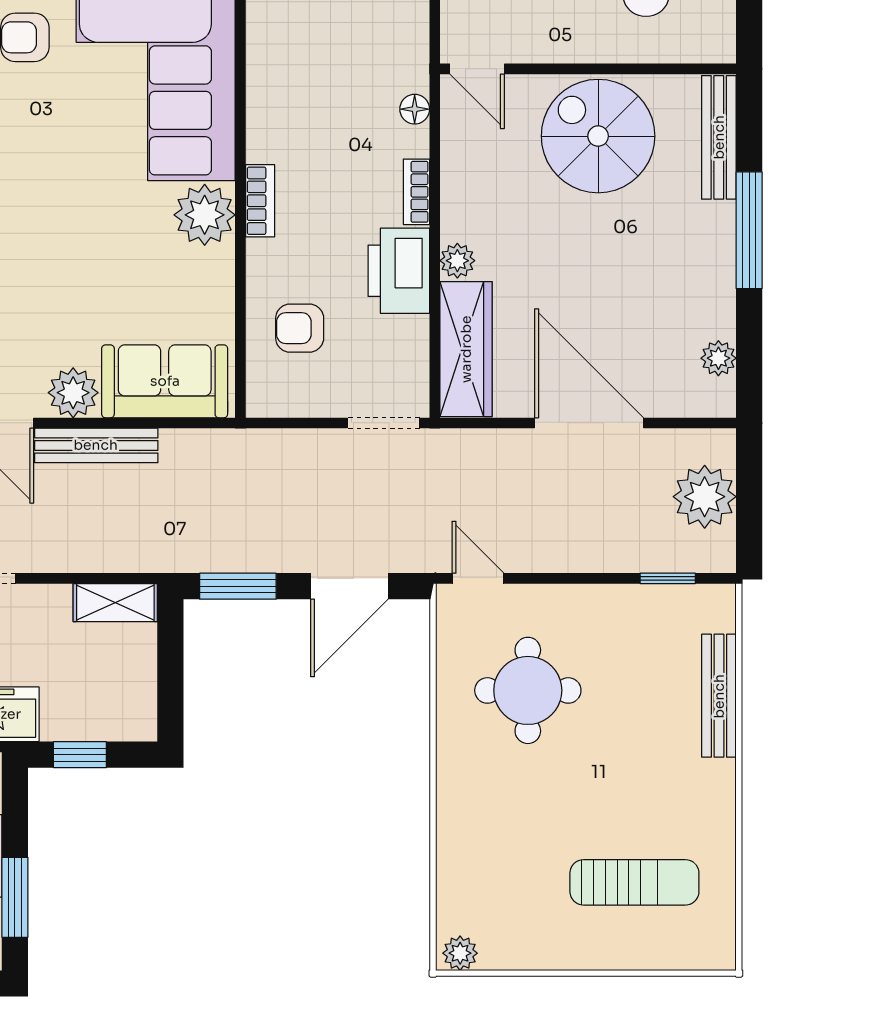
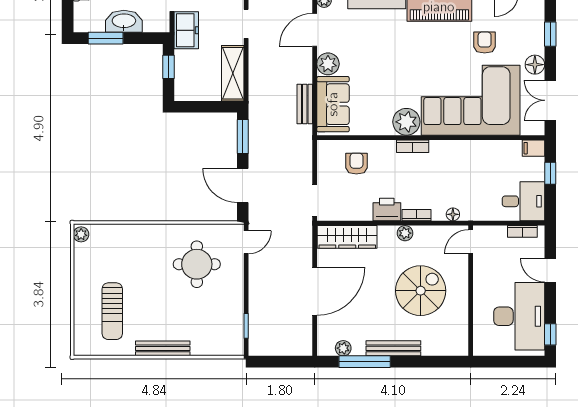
spiral stairs: (598, 136) -> (421, 291), moved
bench: (719, 137) -> (393, 348), moved
window: (749, 230) -> (365, 362), moved
plant: (457, 261) -> (405, 233), moved
printer: (399, 271) -> (387, 210), width x0.73, depth x0.84
bench: (96, 445) -> (305, 104), moved, width x0.73
plant: (705, 497) -> (282, 342), removed
shelving: (115, 603) -> (233, 73), width x1.50, depth x1.33
bench: (719, 696) -> (163, 348), moved

